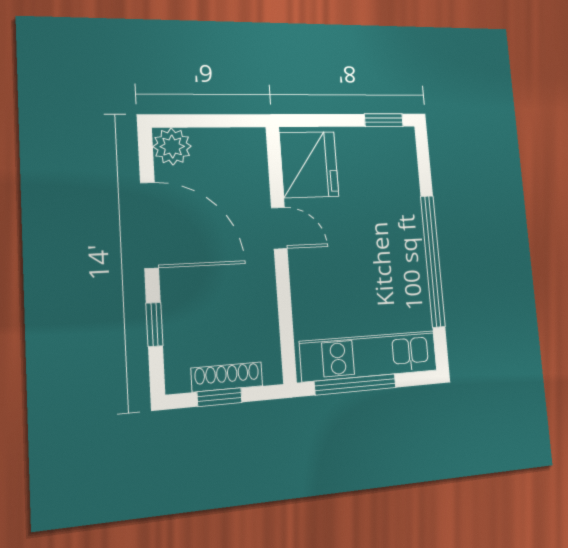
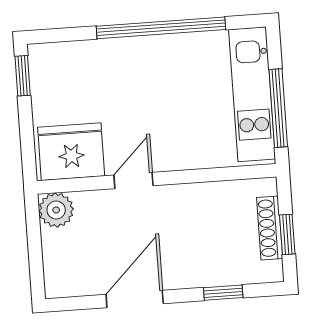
plant: (172, 146) -> (56, 210), moved
door: (149, 225) -> (135, 299), width x0.73

